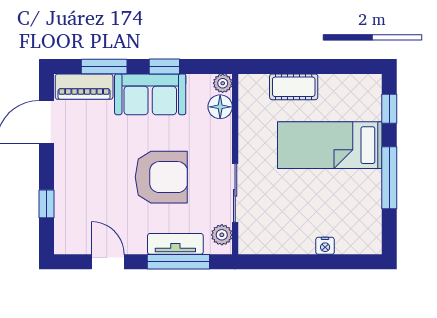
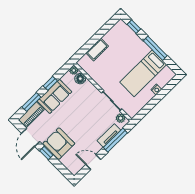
bed: (330, 145) -> (143, 73), moved
armchair: (161, 177) -> (59, 144), moved, turned -90
window: (47, 204) -> (46, 153), moved

